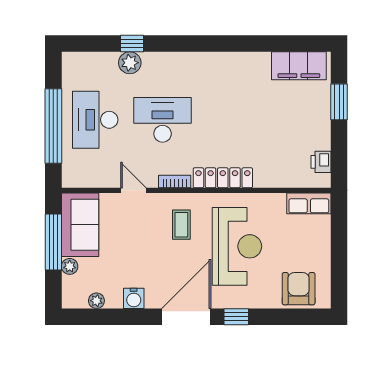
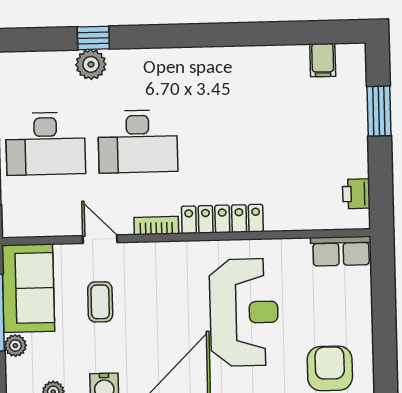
filing cabinet: (299, 66) -> (323, 60), width x0.33, depth x0.86
desk: (95, 120) -> (46, 144), turned -90
desk: (163, 120) -> (138, 141), turned 180
coffee table: (181, 225) -> (100, 302), moved

